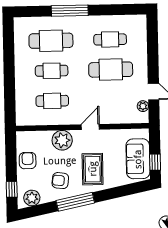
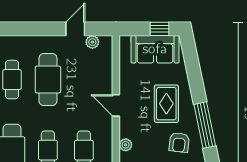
plant: (62, 140) -> (126, 145), width x0.53, depth x0.53
rug: (93, 169) -> (166, 104), turned 90

